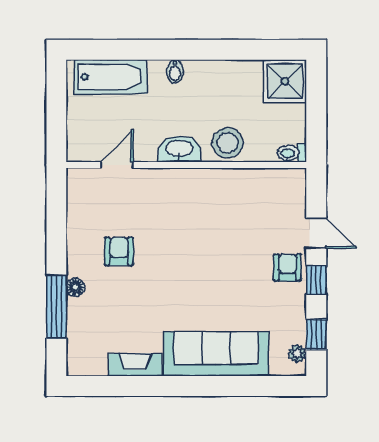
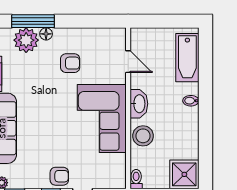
corner sofa: (202, 204) -> (102, 119), added
plant: (85, 317) -> (26, 40), added

